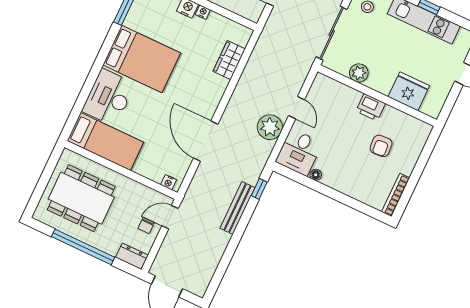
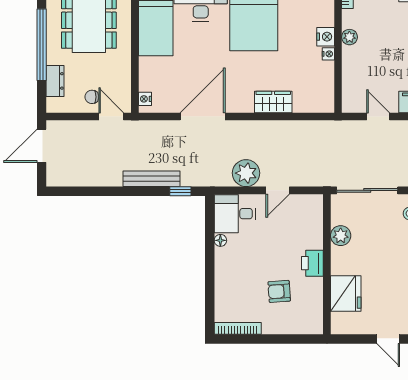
wardrobe: (229, 60) -> (273, 102), moved
dresser: (132, 256) -> (55, 81), moved

